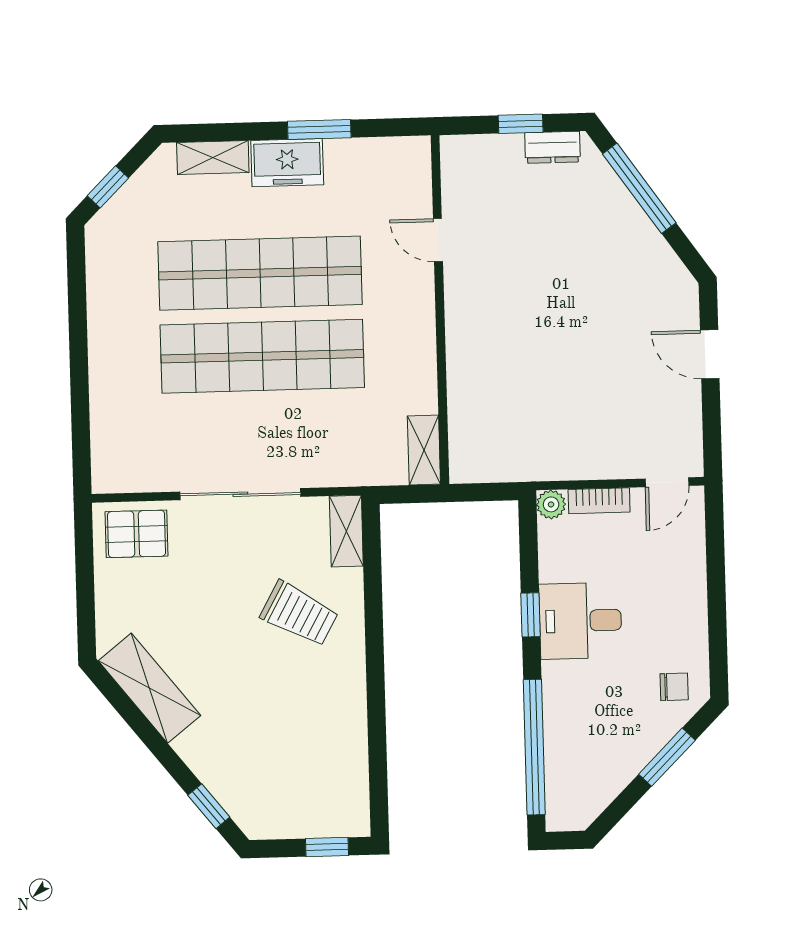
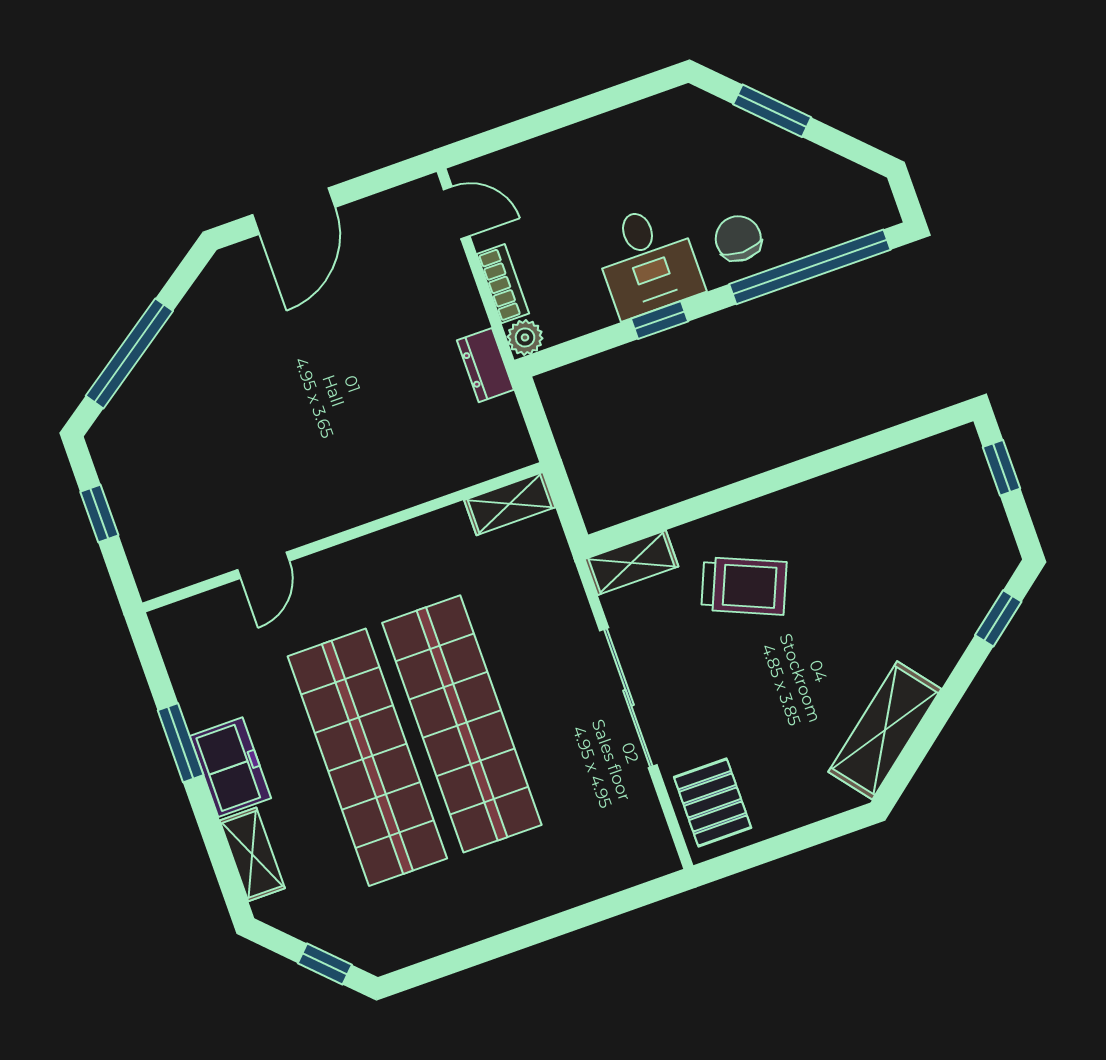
dresser: (553, 147) -> (485, 365), moved, turned 180
door: (710, 354) -> (294, 211), width x1.38
trolley: (299, 614) -> (744, 586), turned 84
chair: (674, 687) -> (738, 239), moved, width x1.37, depth x1.37

